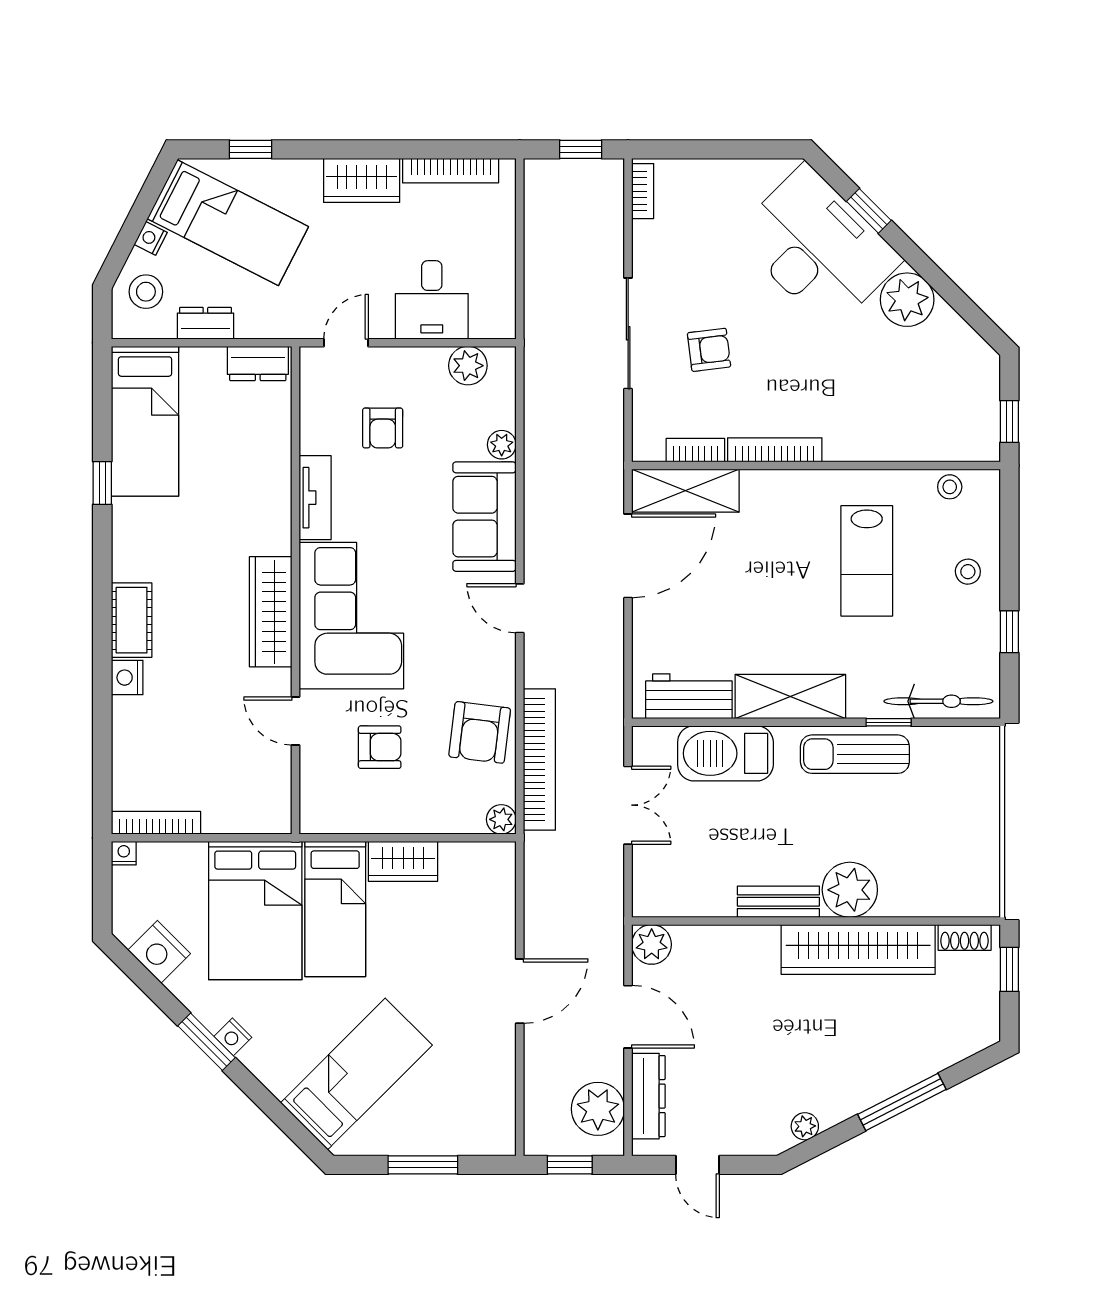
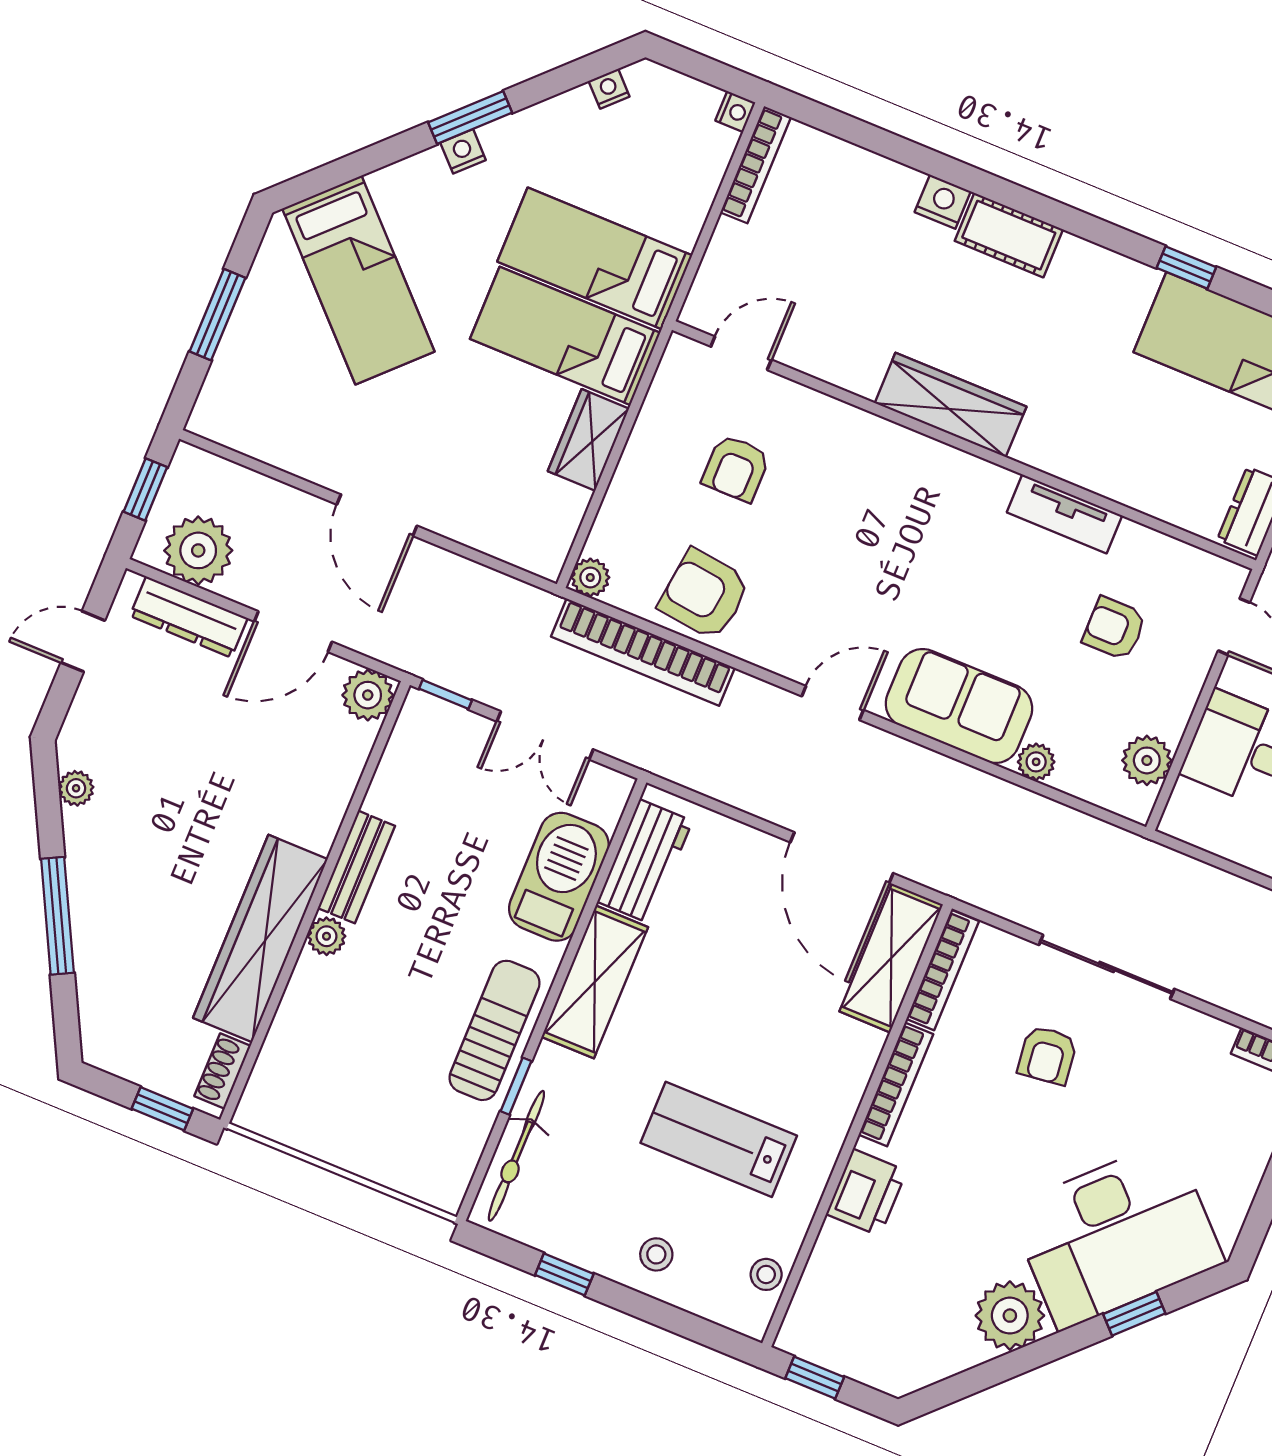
printer: (861, 439) -> (866, 1192), added
bookcase: (695, 450) -> (943, 970), width x1.56
corner sofa: (351, 616) -> (906, 499), removed
door: (296, 721) -> (741, 353), moved
window: (628, 889) -> (445, 694), added
plant: (850, 890) -> (327, 936), width x0.53, depth x0.53
bed: (255, 911) -> (595, 258), width x0.67
nightstand: (159, 952) -> (609, 89), width x0.53, depth x0.56

